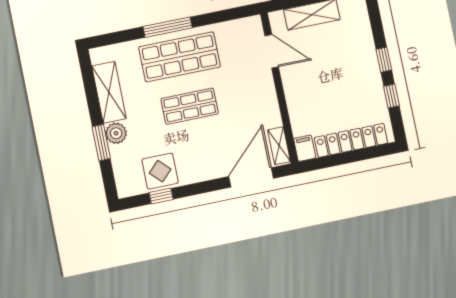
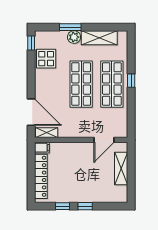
window: (168, 27) -> (131, 81), width x0.46
shop shelf: (190, 106) -> (81, 84), width x1.43, depth x1.36
window: (161, 196) -> (31, 43), moved

